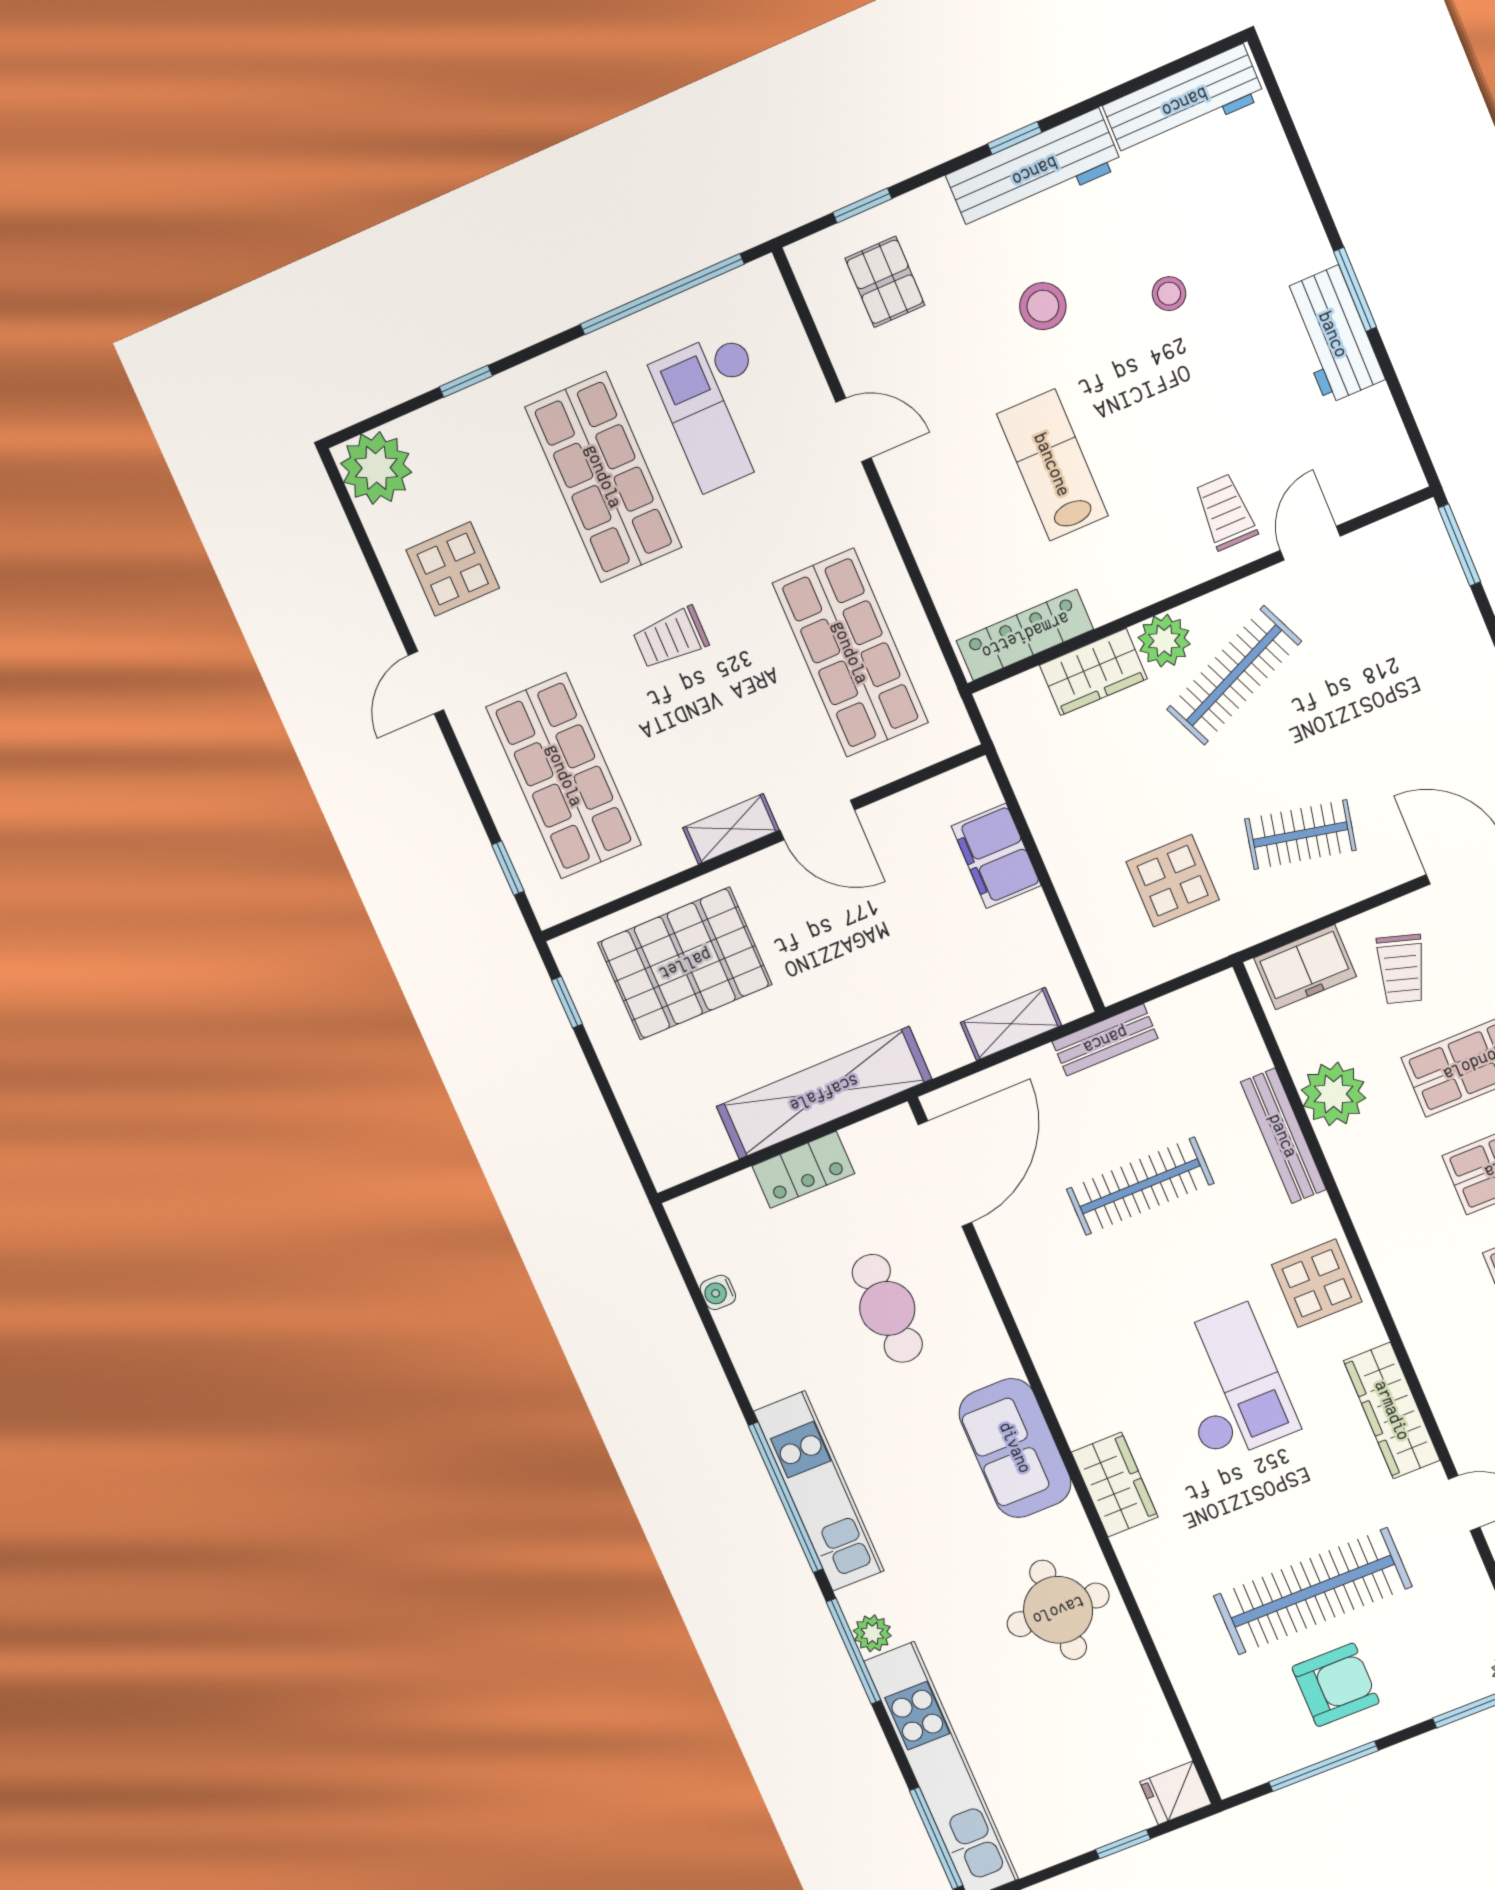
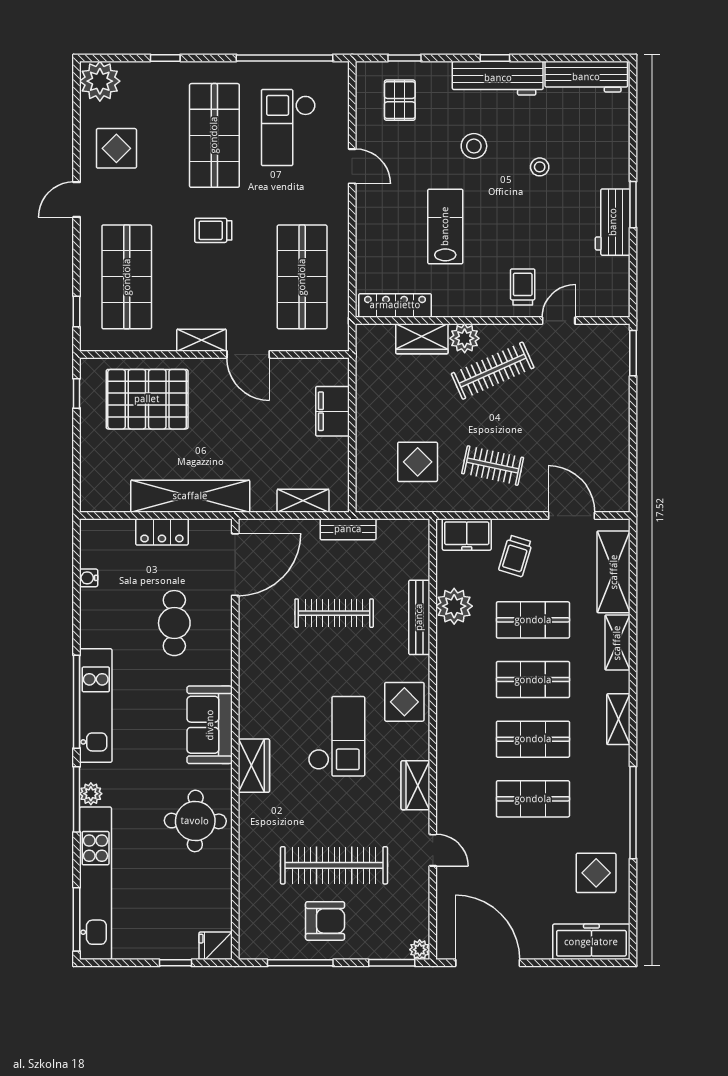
wardrobe: (1392, 1411) -> (415, 785), width x0.67

